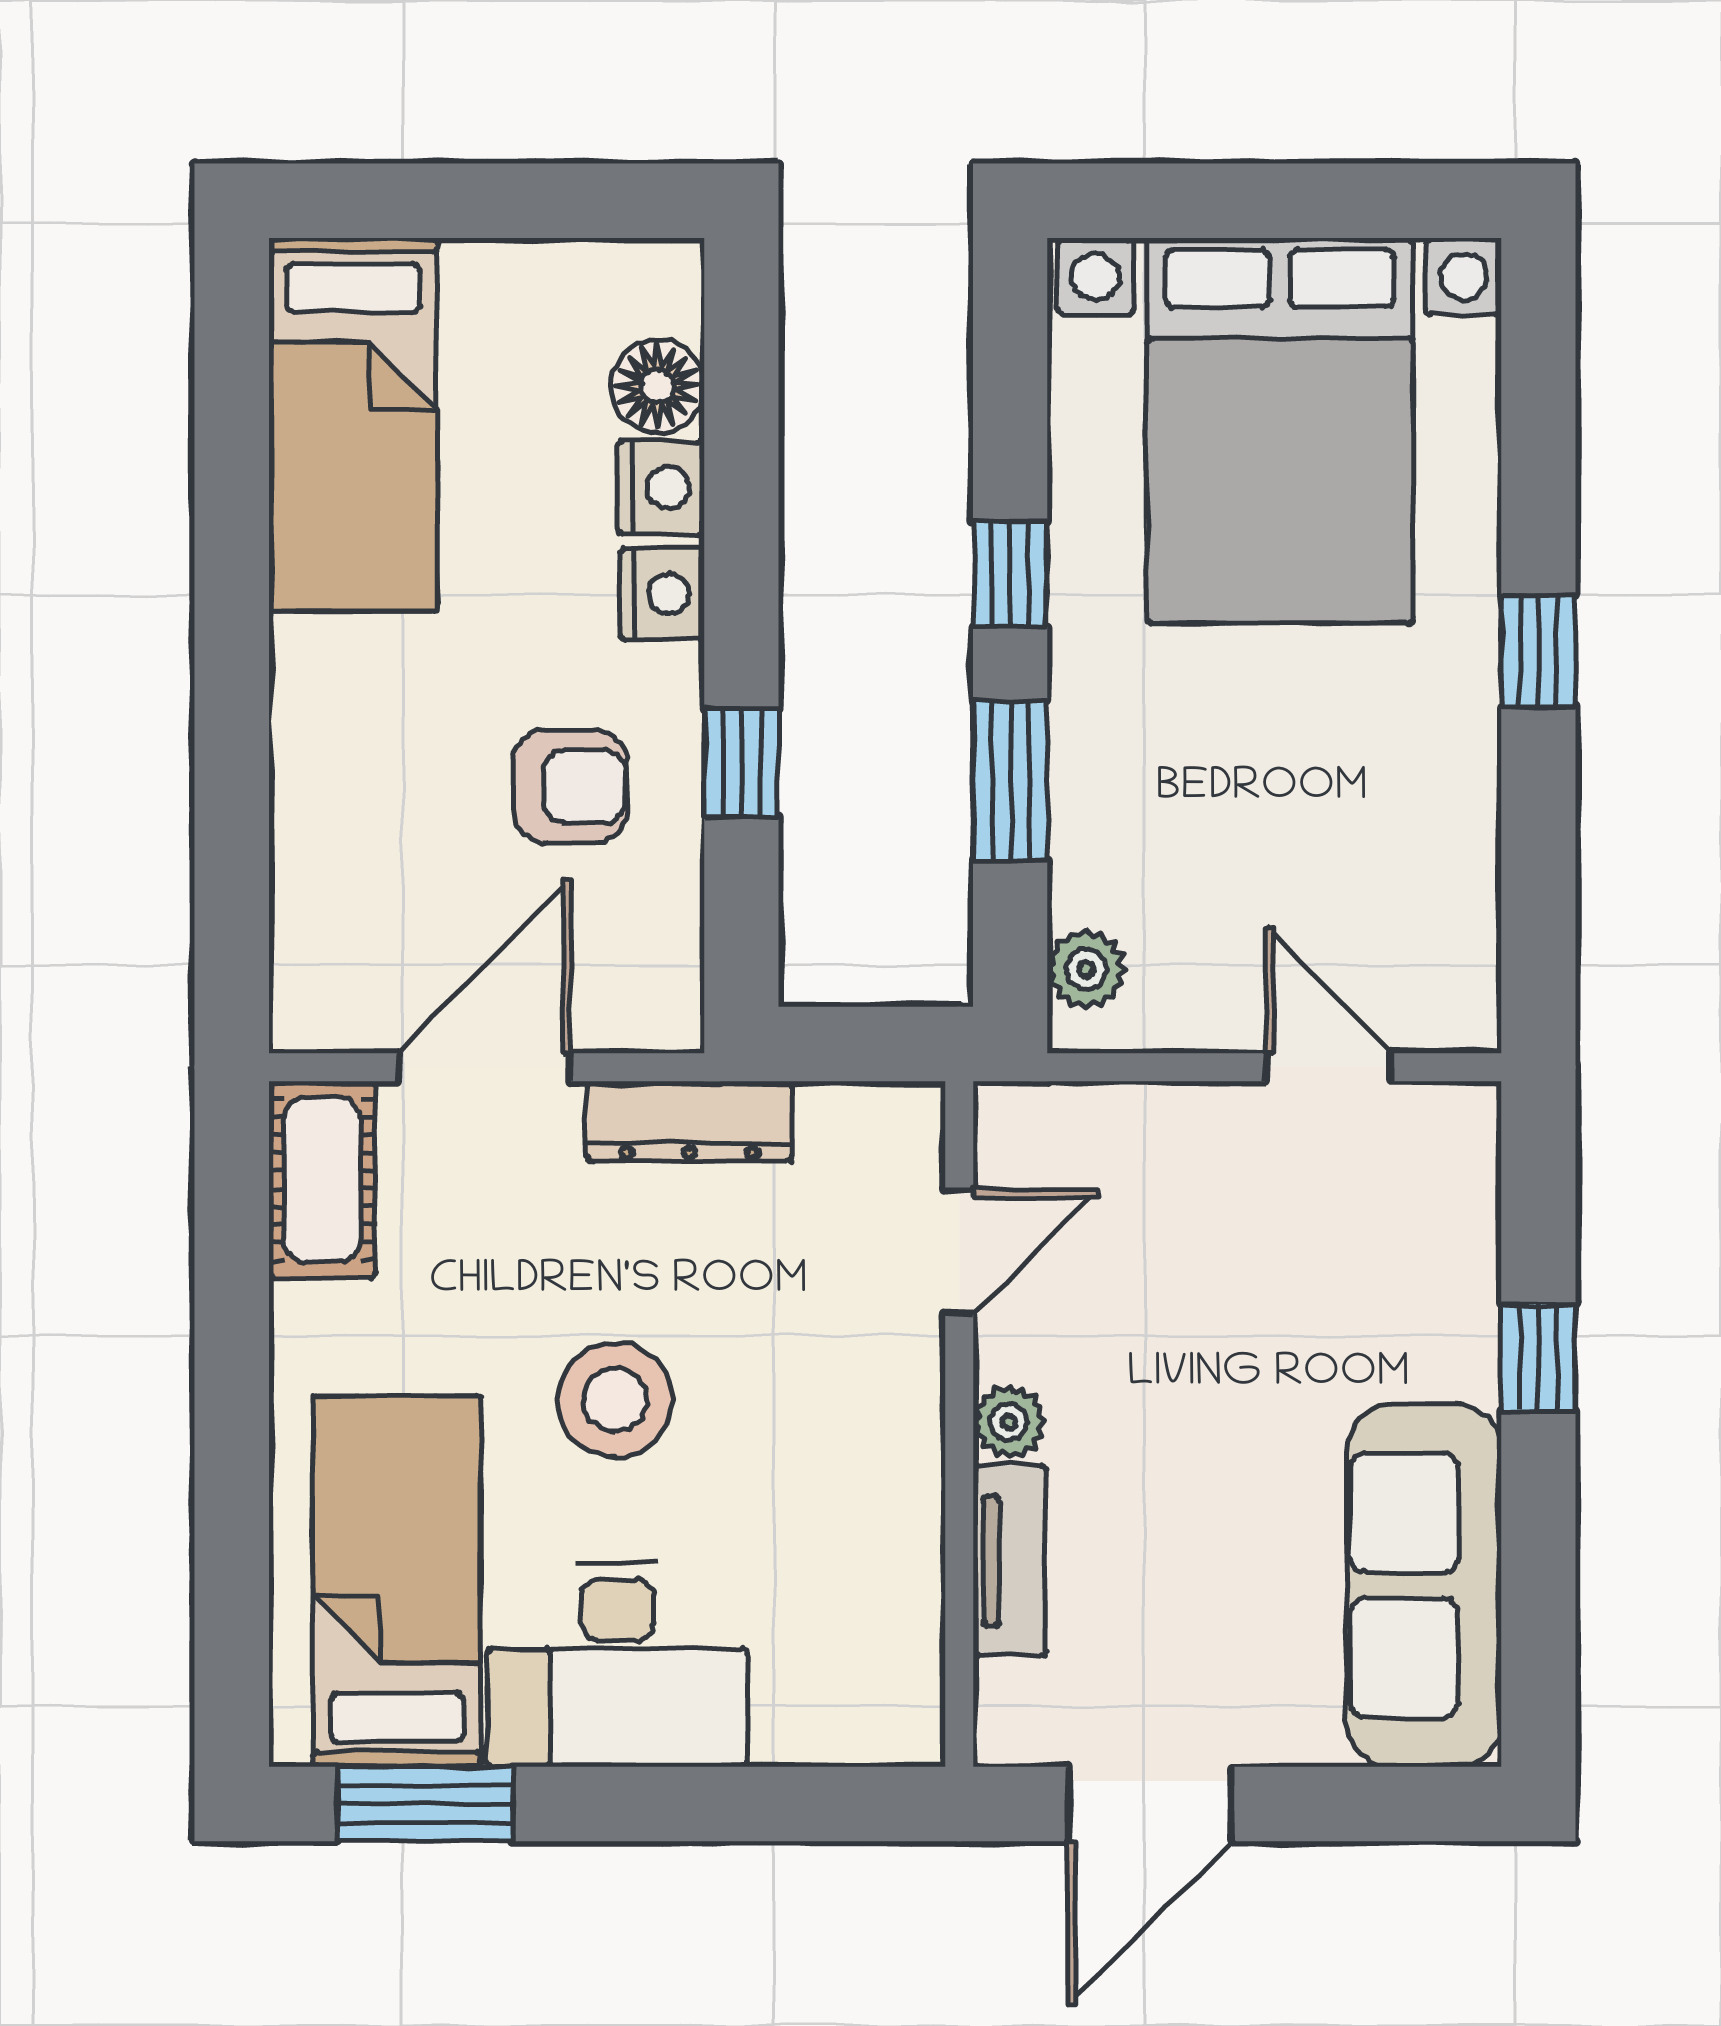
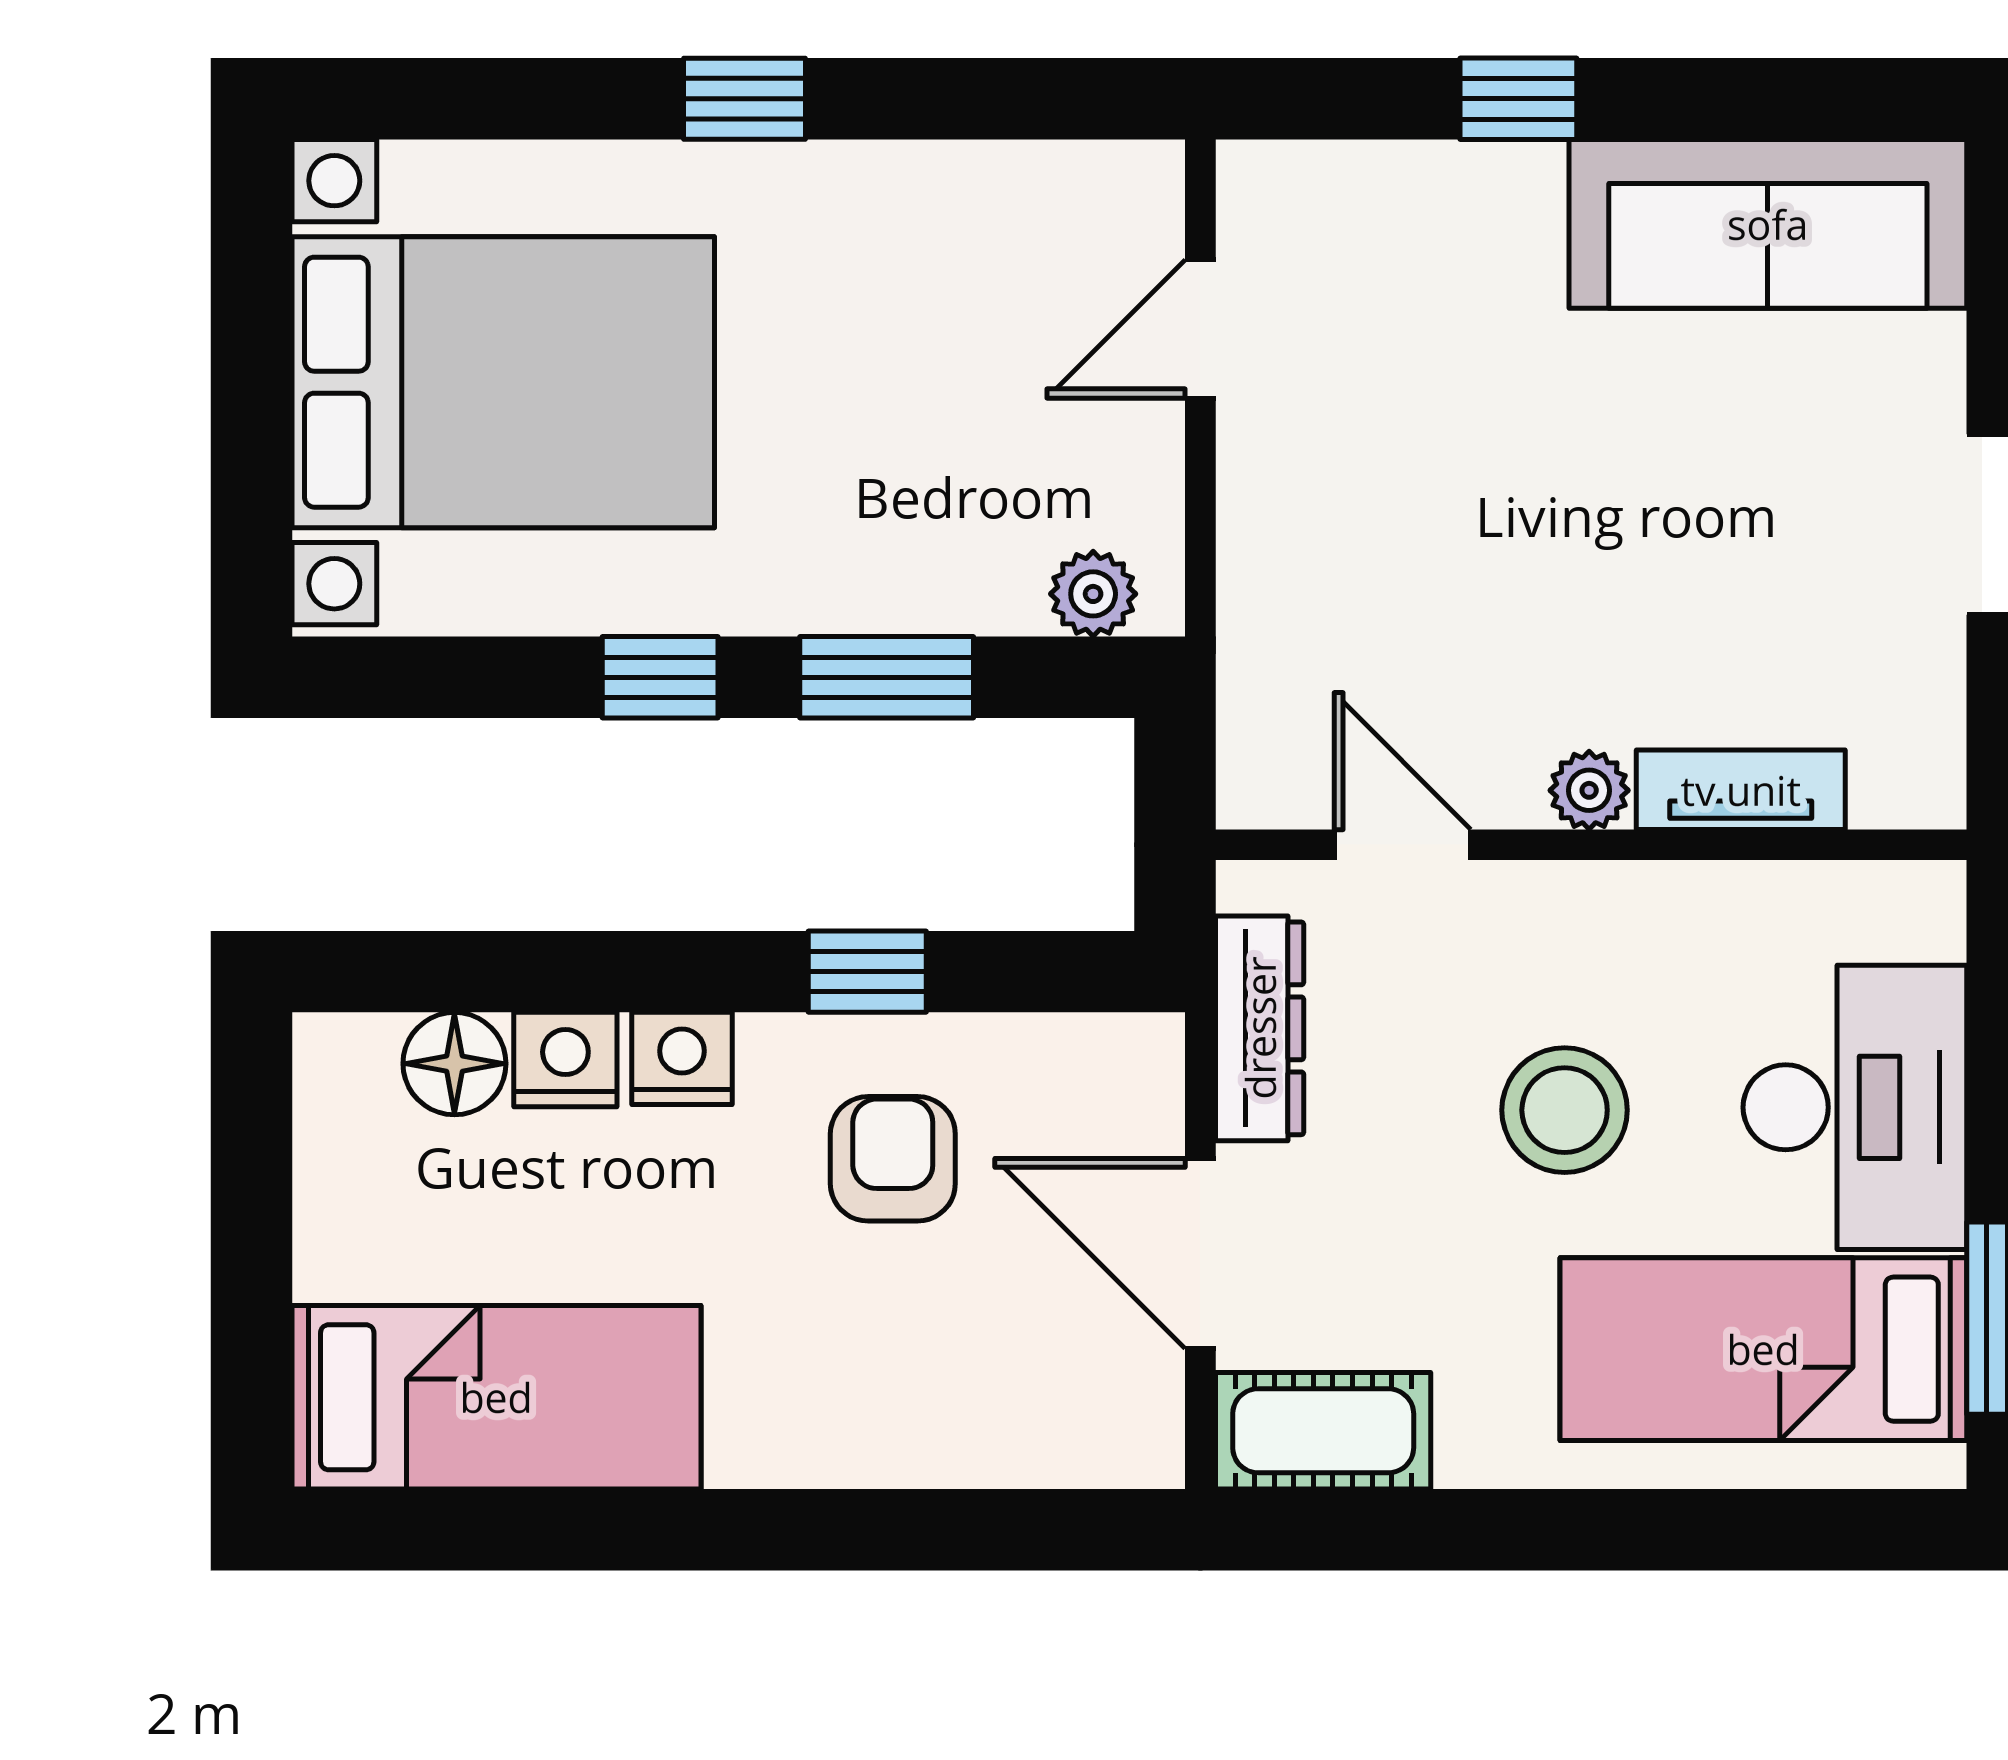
door: (959, 1252) -> (1402, 845), moved
plant: (1009, 1422) -> (1589, 790), moved
wall: (959, 1424) -> (1591, 845), moved
tv unit: (1009, 1561) -> (1741, 790), moved

